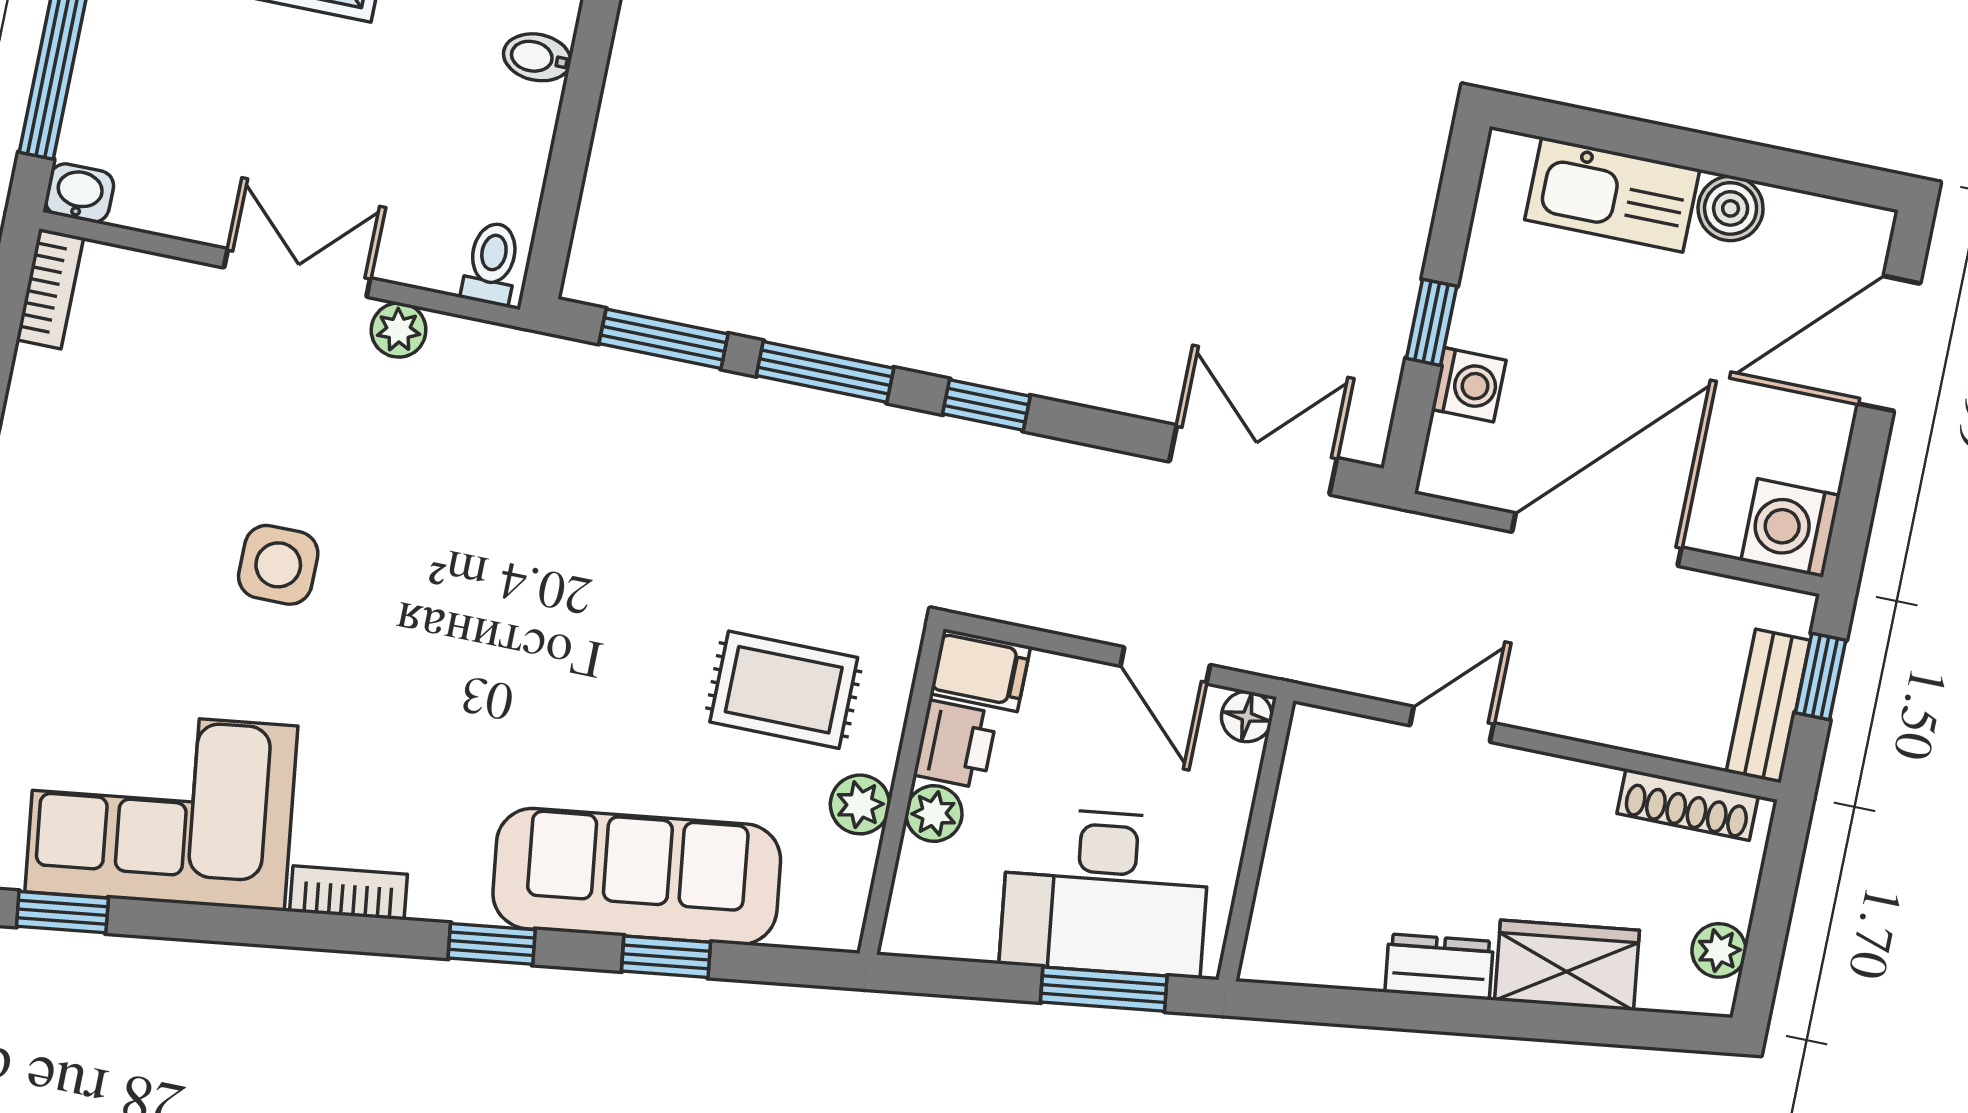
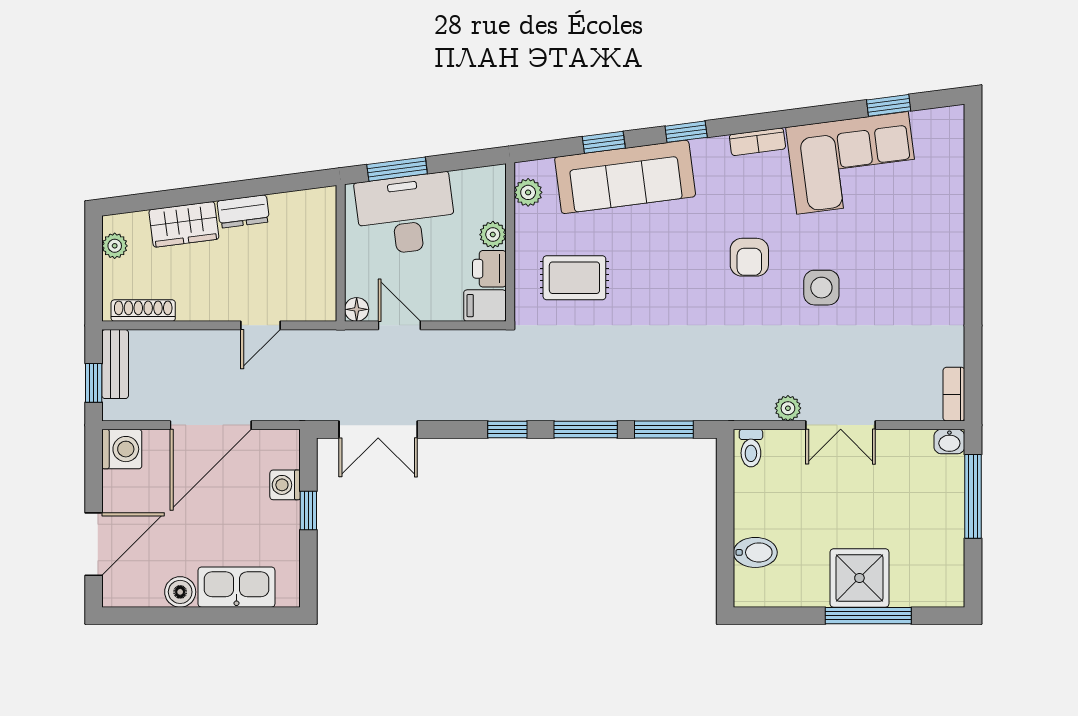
bidet: (537, 57) -> (755, 552), width x1.38, depth x1.36
armchair: (414, 658) -> (749, 257), added
plant: (860, 804) -> (528, 192), moved

